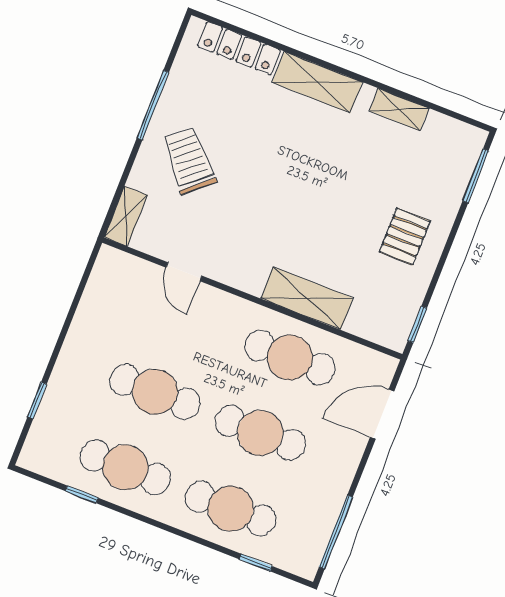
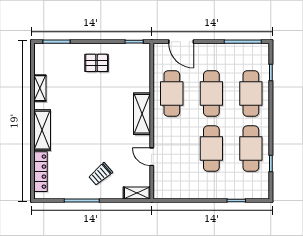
trolley: (189, 161) -> (100, 174), width x0.73, depth x0.72
door: (184, 272) -> (152, 157), swing flipped
shelving: (307, 298) -> (142, 114), moved

